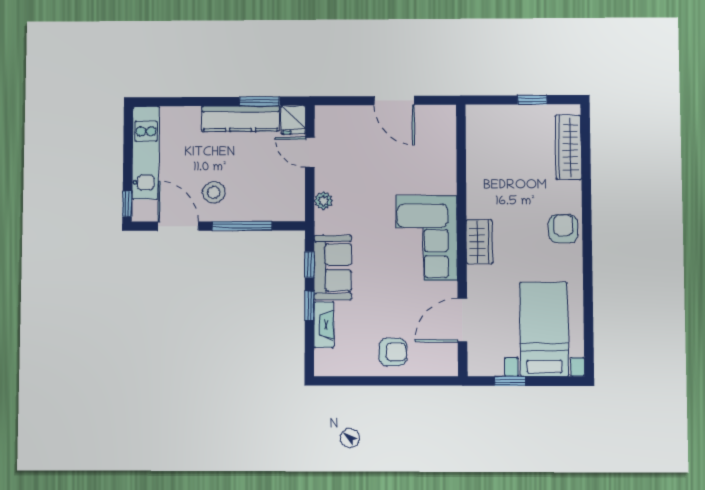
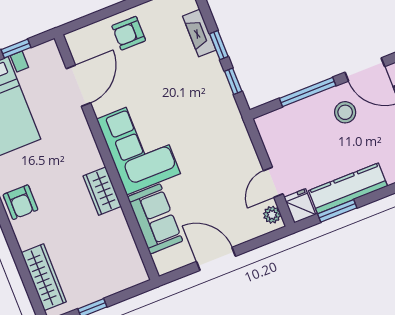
door: (310, 152) -> (273, 182), swing flipped
plant: (323, 201) -> (272, 215), moved
wardrobe: (479, 242) -> (102, 191), moved
sofa: (333, 267) -> (155, 219), moved, turned 180

